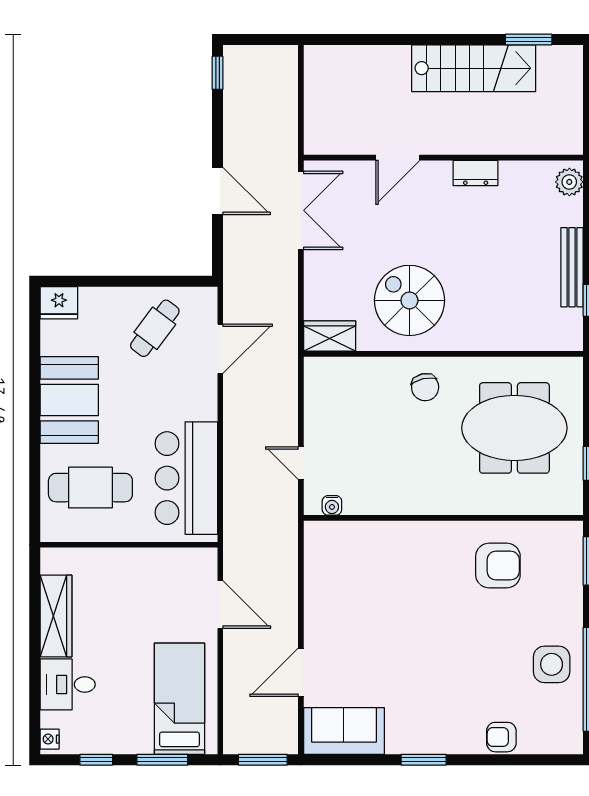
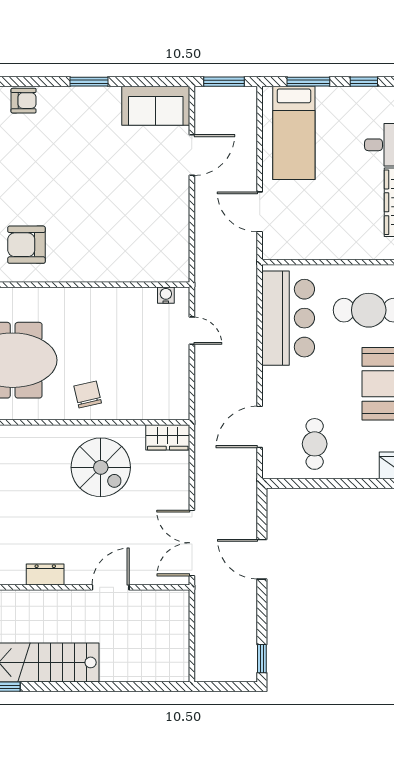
cafe table: (155, 328) -> (315, 444), turned -37

